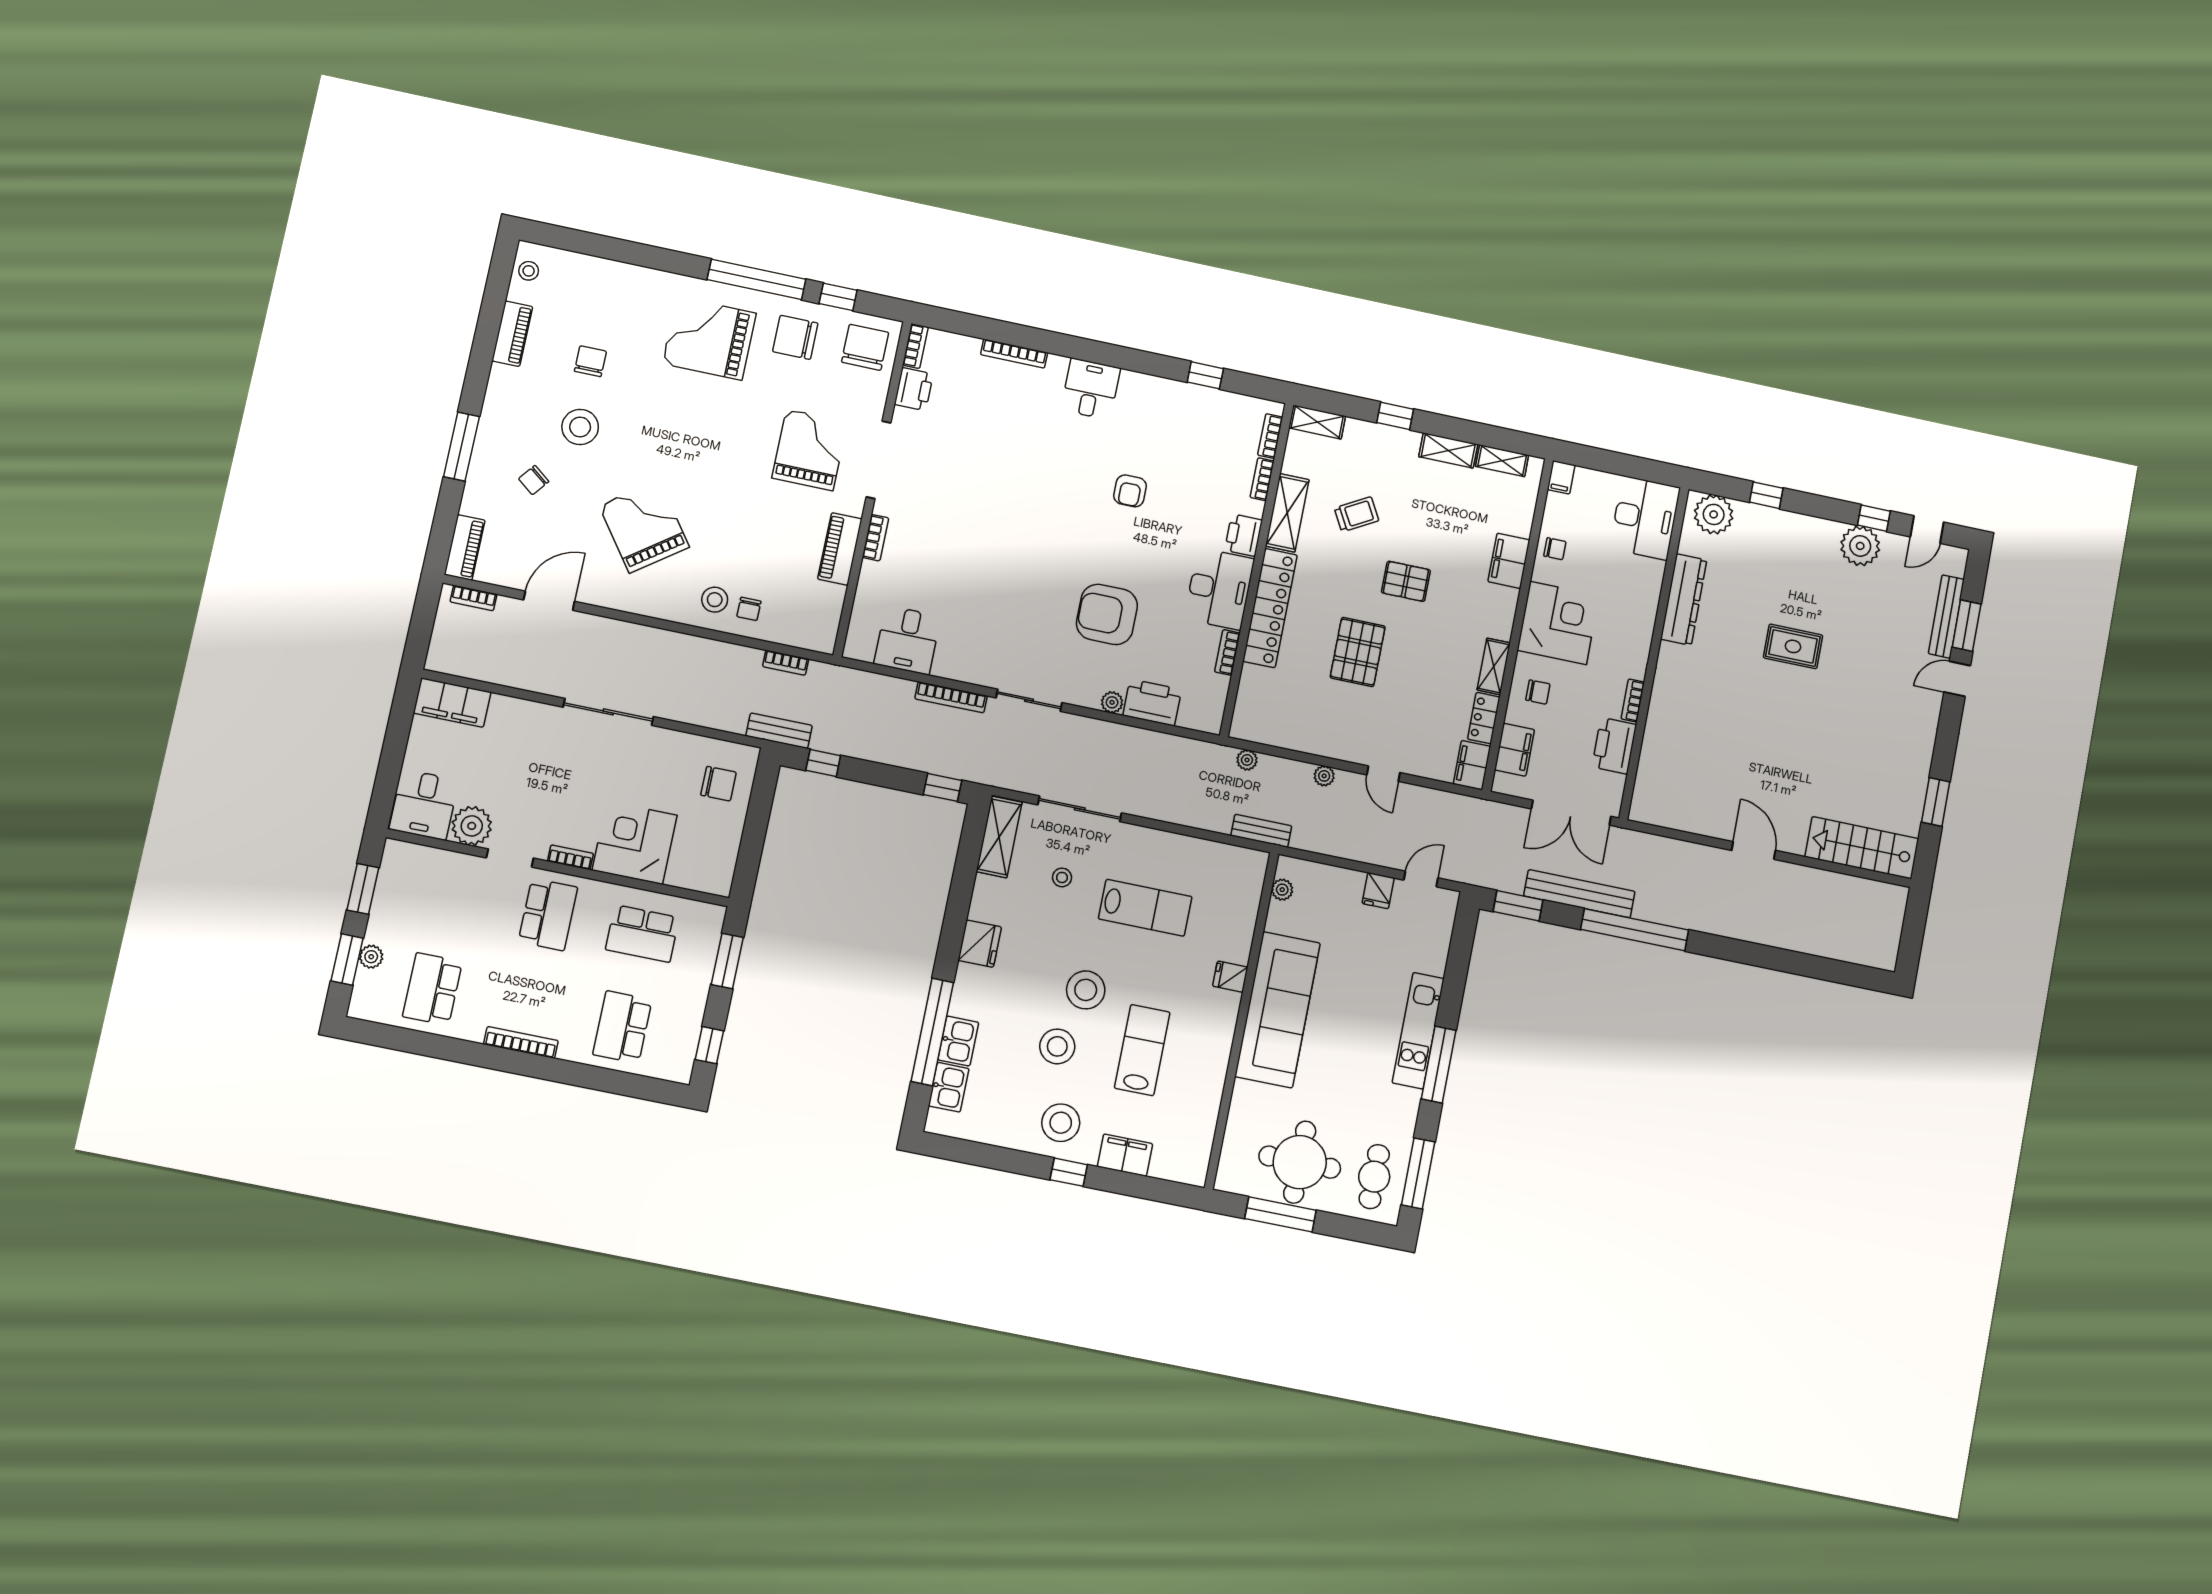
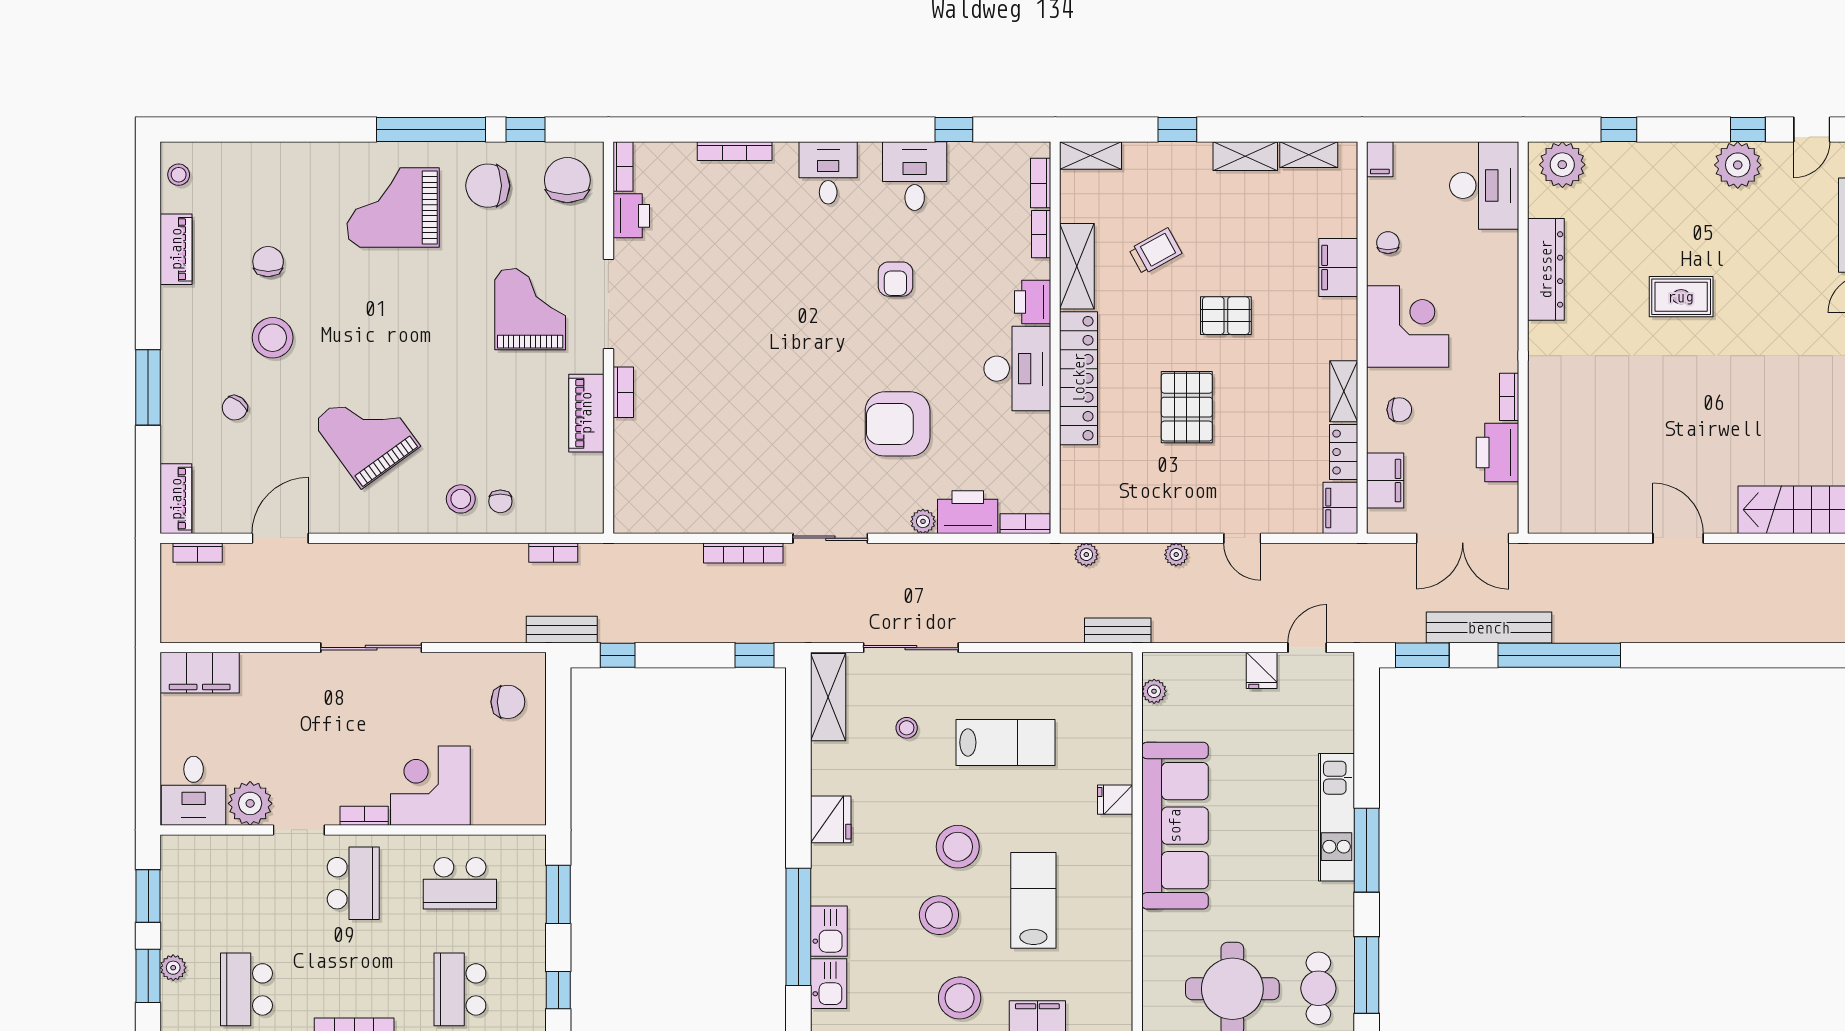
chair: (1555, 549) -> (1388, 243), turned -90
desk: (907, 640) -> (915, 176), moved, turned 180
bookcase: (1227, 652) -> (1025, 524), moved, turned 90

